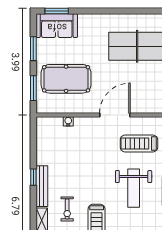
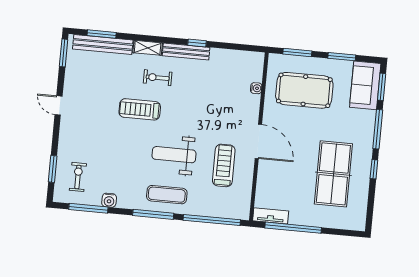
window: (94, 11) -> (378, 129), added
window: (130, 11) -> (374, 169), added
pool table: (66, 79) -> (304, 90), turned 90

